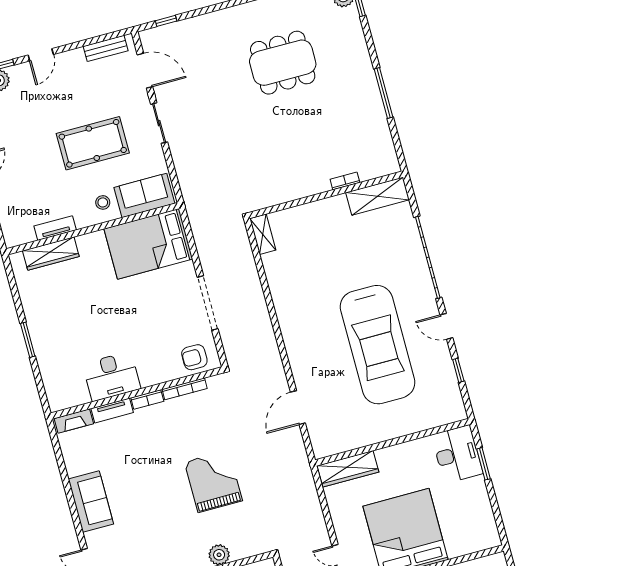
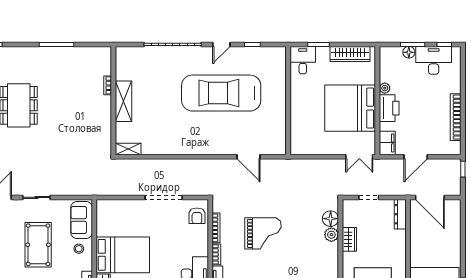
shelving: (377, 196) -> (123, 101), moved
bed: (148, 244) -> (123, 255), moved, turned -90
car: (378, 345) -> (221, 93), turned 180
desk: (457, 454) -> (303, 60), width x0.73
wardrobe: (348, 469) -> (350, 54), moved, turned 90
grand piano: (213, 481) -> (263, 233), moved, turned 180
floor lamp: (241, 547) -> (331, 219), added

